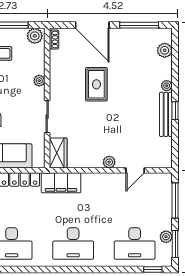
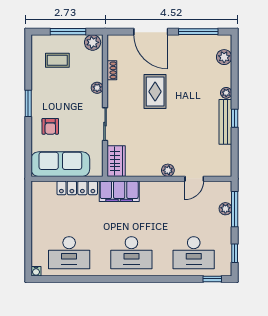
shoe rack: (54, 40) -> (112, 70), moved
plant: (166, 237) -> (225, 209), moved
window: (175, 244) -> (235, 253), width x0.67

